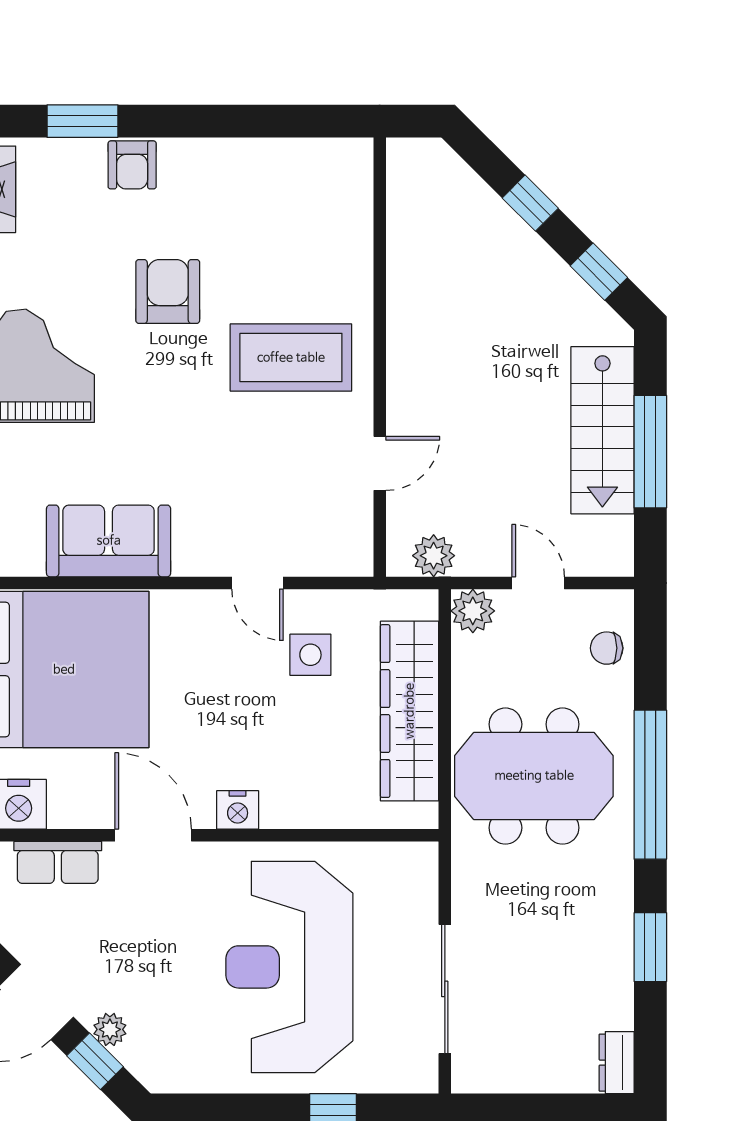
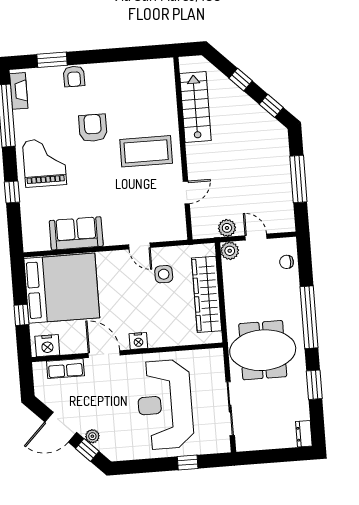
stairs: (602, 430) -> (195, 107), moved, turned 180
plant: (434, 556) -> (227, 228), moved
meeting table: (534, 776) -> (263, 350), moved

